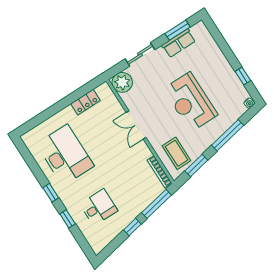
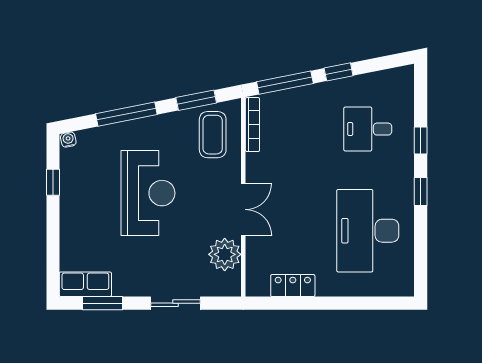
row of seats: (179, 43) -> (85, 284), moved
plant: (122, 82) -> (225, 254), moved

